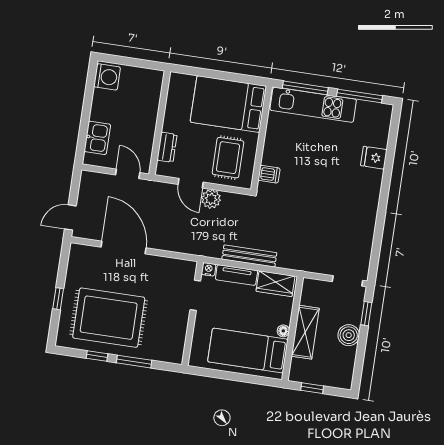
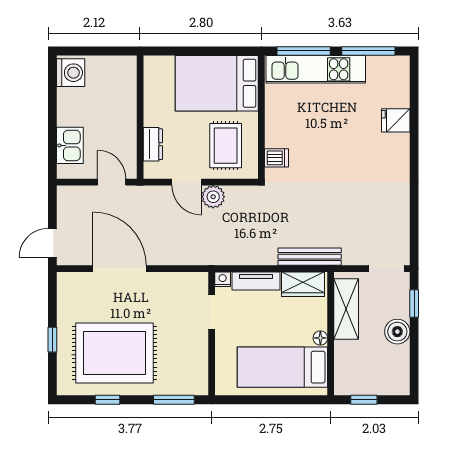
bench: (249, 256) -> (310, 257), moved
shelving: (305, 332) -> (346, 309), moved
window: (134, 362) -> (174, 400), moved

